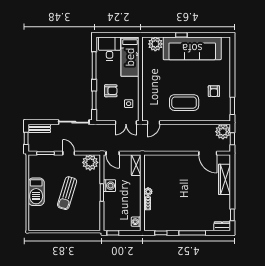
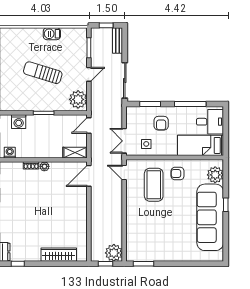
armchair: (214, 91) -> (178, 174), moved
coffee table: (184, 103) -> (154, 185), moved
door: (208, 153) -> (89, 176), moved
washing machine: (109, 186) -> (19, 122), moved
barbecue: (36, 192) -> (52, 34), width x0.53, depth x0.65

